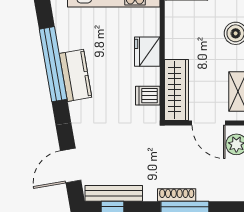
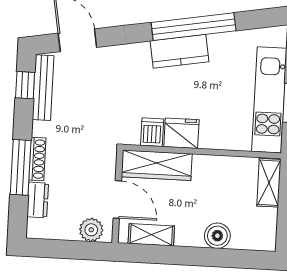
fridge: (147, 52) -> (181, 133), moved
door: (208, 123) -> (117, 199), swing flipped
dresser: (213, 193) -> (38, 200), added

